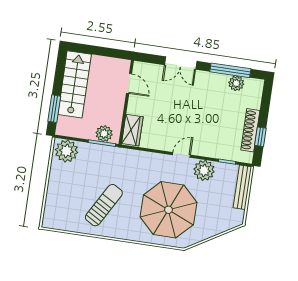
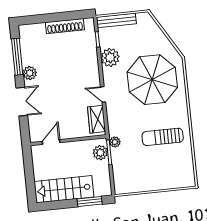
plant: (236, 83) -> (30, 73), moved
wardrobe: (132, 130) -> (97, 119), moved, turned -90
window: (260, 137) -> (68, 16), removed
plant: (66, 151) -> (115, 142), moved, width x0.53, depth x0.53
door: (181, 155) -> (103, 94), moved
sun lounger: (104, 205) -> (163, 137), turned -30

